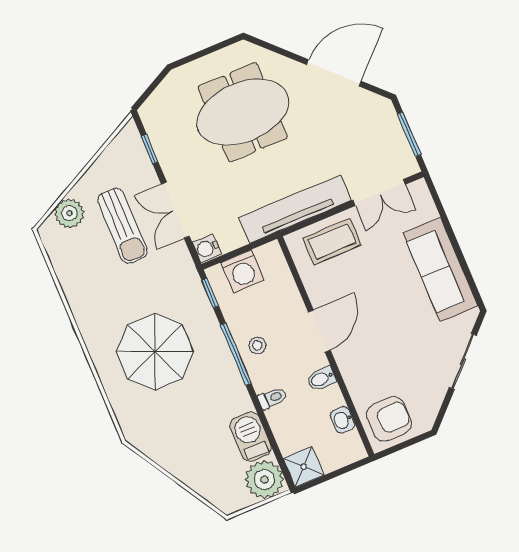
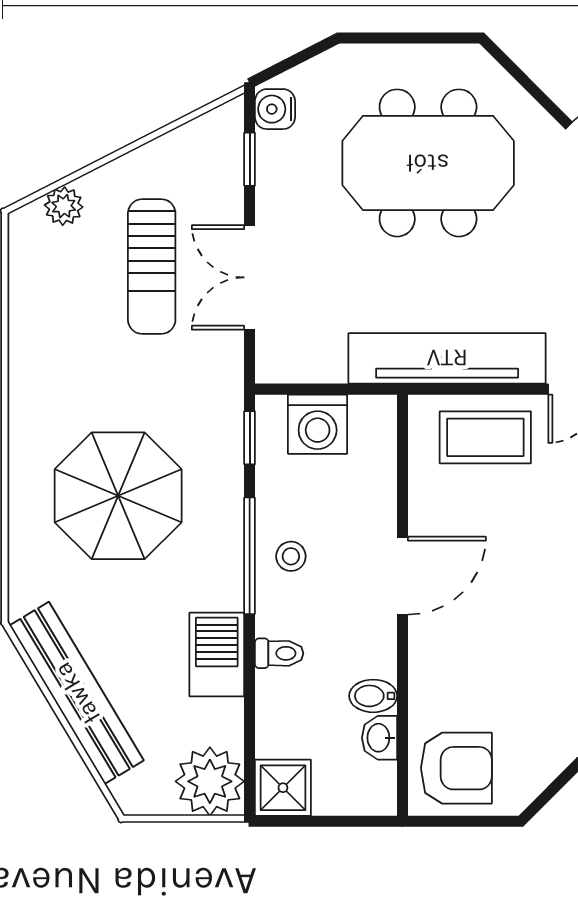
plant: (69, 213) -> (64, 206), width x0.73, depth x0.73
water cooler: (207, 248) -> (275, 109), moved
bidet: (321, 379) -> (373, 696), moved
barbecue: (251, 437) -> (217, 655), moved
bench: (176, 463) -> (77, 693), added

